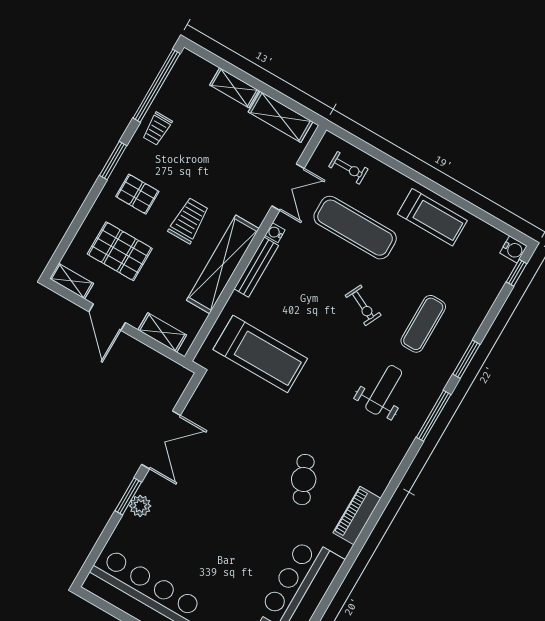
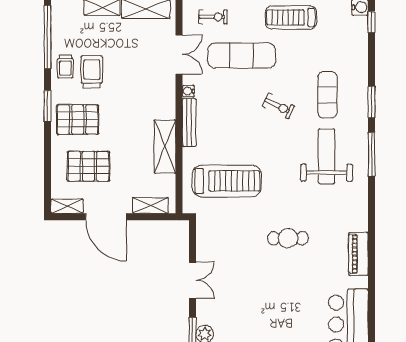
pallet: (137, 194) -> (78, 120), width x1.50, depth x1.42
treadmill: (432, 217) -> (291, 17), turned 180
trolley: (189, 220) -> (92, 72), moved
shelving: (223, 264) -> (165, 147), width x0.68
door: (107, 317) -> (106, 217), width x1.36
weight bench: (384, 390) -> (327, 156), width x1.36, depth x1.33
double door: (161, 440) -> (193, 280), width x0.73
cafe table: (304, 480) -> (288, 238), moved, turned -66

